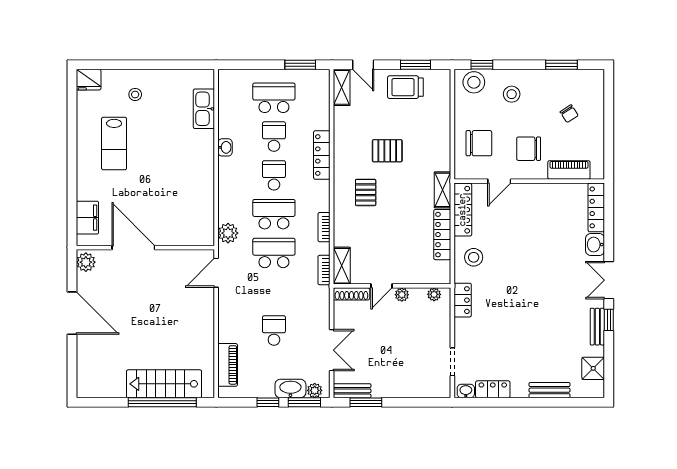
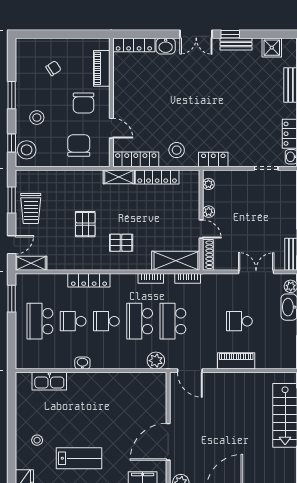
window: (562, 65) -> (12, 95), moved
shelving: (342, 266) -> (176, 261), width x1.50, depth x1.33
piano: (228, 365) -> (236, 361), moved

